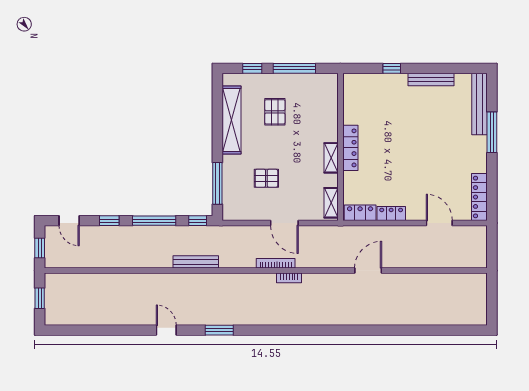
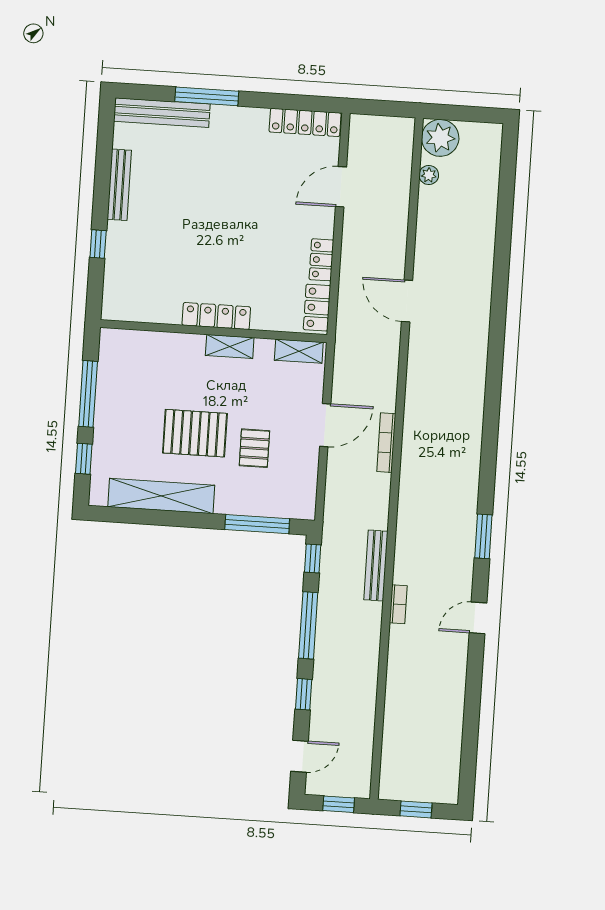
pallet: (275, 112) -> (195, 433), moved, width x1.50, depth x1.42
bookcase: (289, 278) -> (398, 604), moved
plant: (451, 279) -> (429, 175), added
plant: (475, 285) -> (440, 138), added

